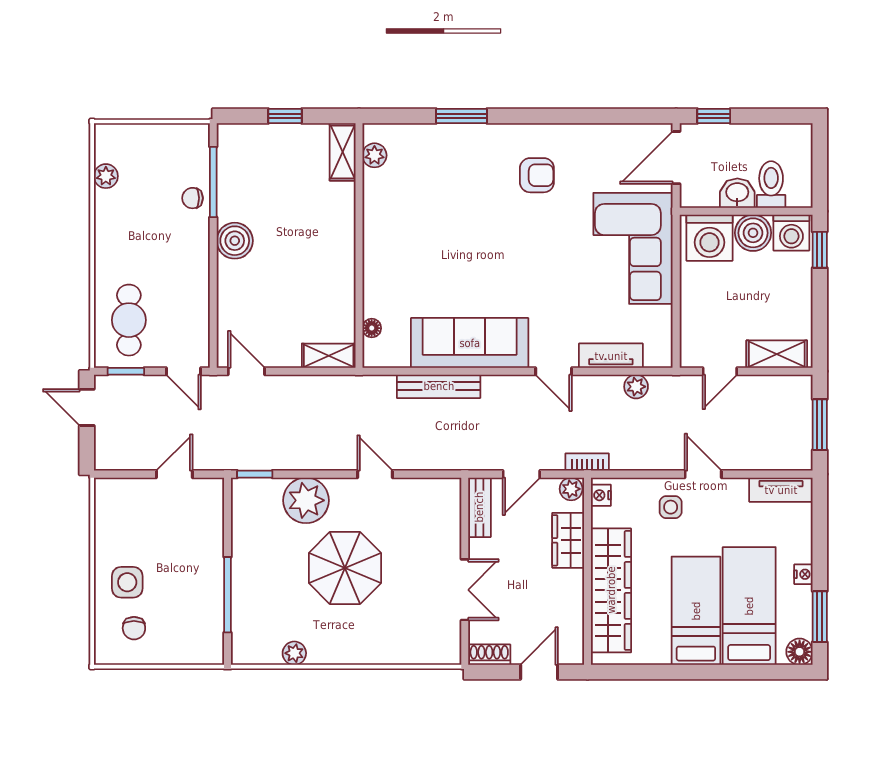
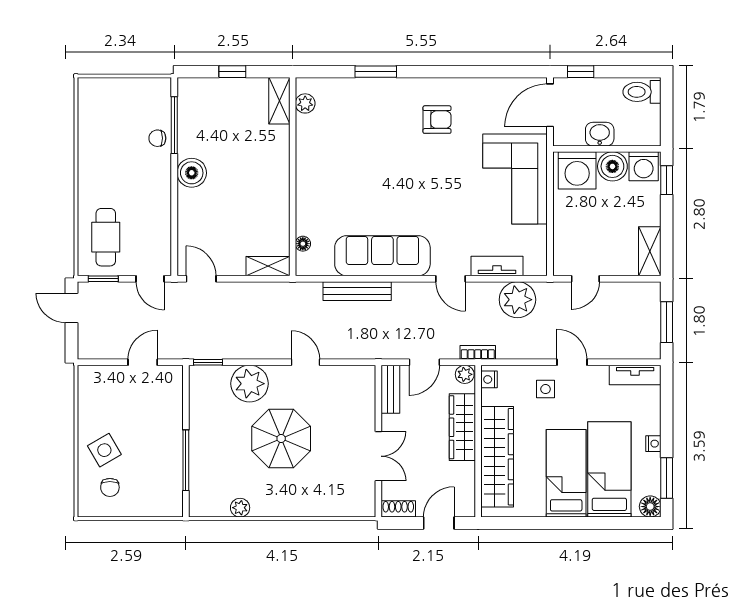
plant: (106, 176) -> (87, 120), removed
toilet: (771, 184) -> (642, 92), moved, turned -90
shelving: (777, 354) -> (650, 251), moved, turned 90
plant: (636, 387) -> (517, 300), width x1.87, depth x1.87
wardrobe: (568, 540) -> (462, 427), width x1.50
side table: (127, 582) -> (104, 450), turned -30

